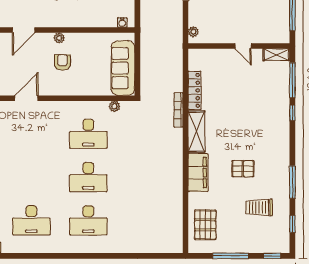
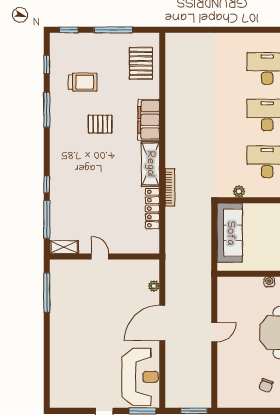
water cooler: (122, 23) -> (269, 282), moved
plant: (193, 32) -> (154, 286), moved

